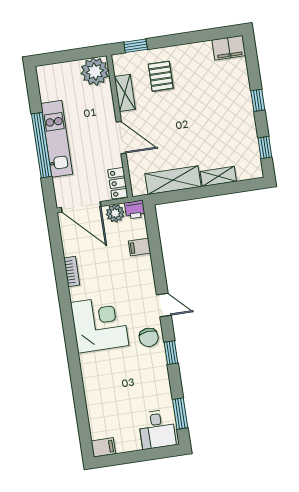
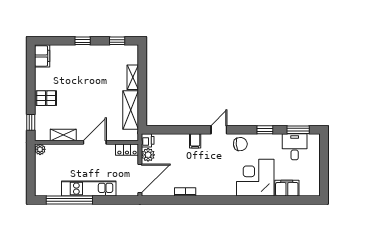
plant: (95, 72) -> (40, 149), width x0.53, depth x0.53
pallet: (161, 76) -> (46, 98), moved
window: (42, 145) -> (69, 200), moved
filing cabinet: (140, 247) -> (195, 141), moved
corner desk: (100, 324) -> (255, 178), moved
window: (171, 353) -> (265, 130), moved
desk: (157, 429) -> (295, 147), moved, turned -90
filing cabinet: (103, 447) -> (287, 188), moved, width x2.00

